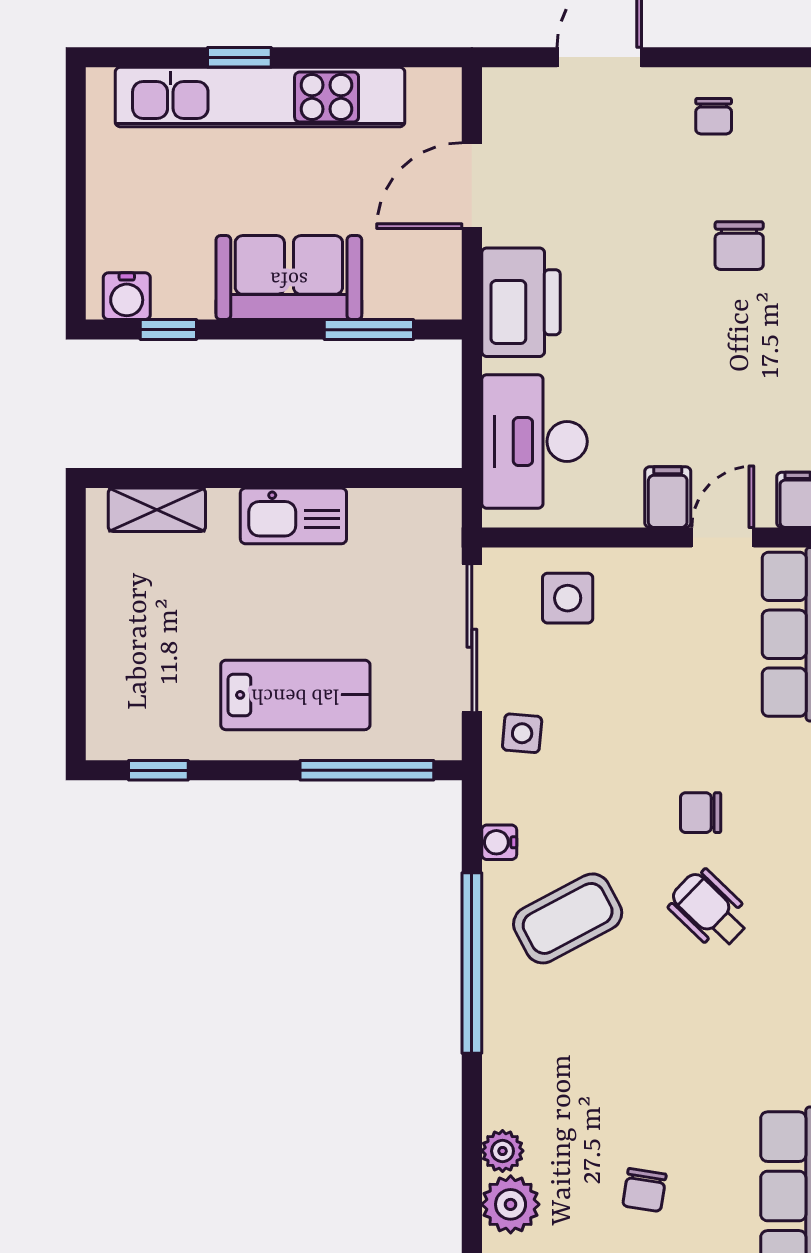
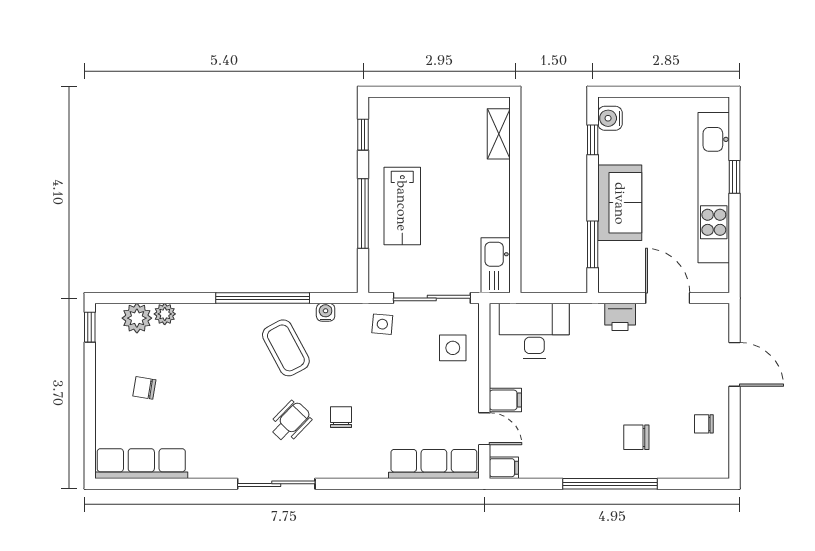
printer: (521, 302) -> (620, 317), width x0.53, depth x0.68
kitchen sink: (293, 516) -> (496, 265), moved
window: (367, 770) -> (363, 213), moved

